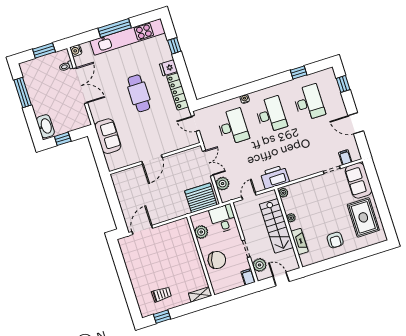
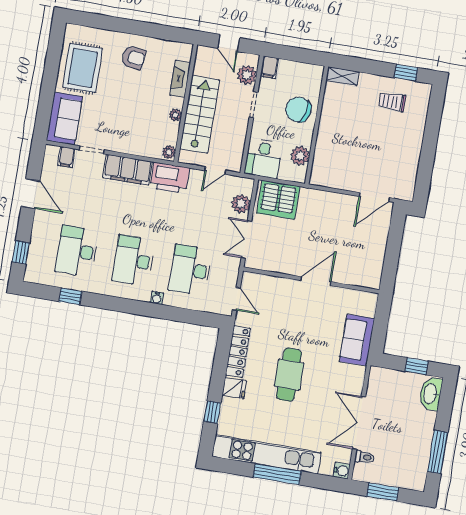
filing cabinet: (303, 169) -> (128, 170), added
armchair: (335, 240) -> (134, 57), turned 98

